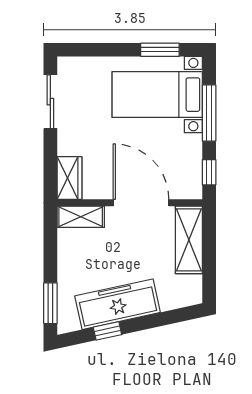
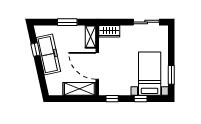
window: (209, 113) -> (141, 99), width x0.46
door: (141, 203) -> (97, 66), swing flipped
window: (50, 303) -> (67, 22), moved

